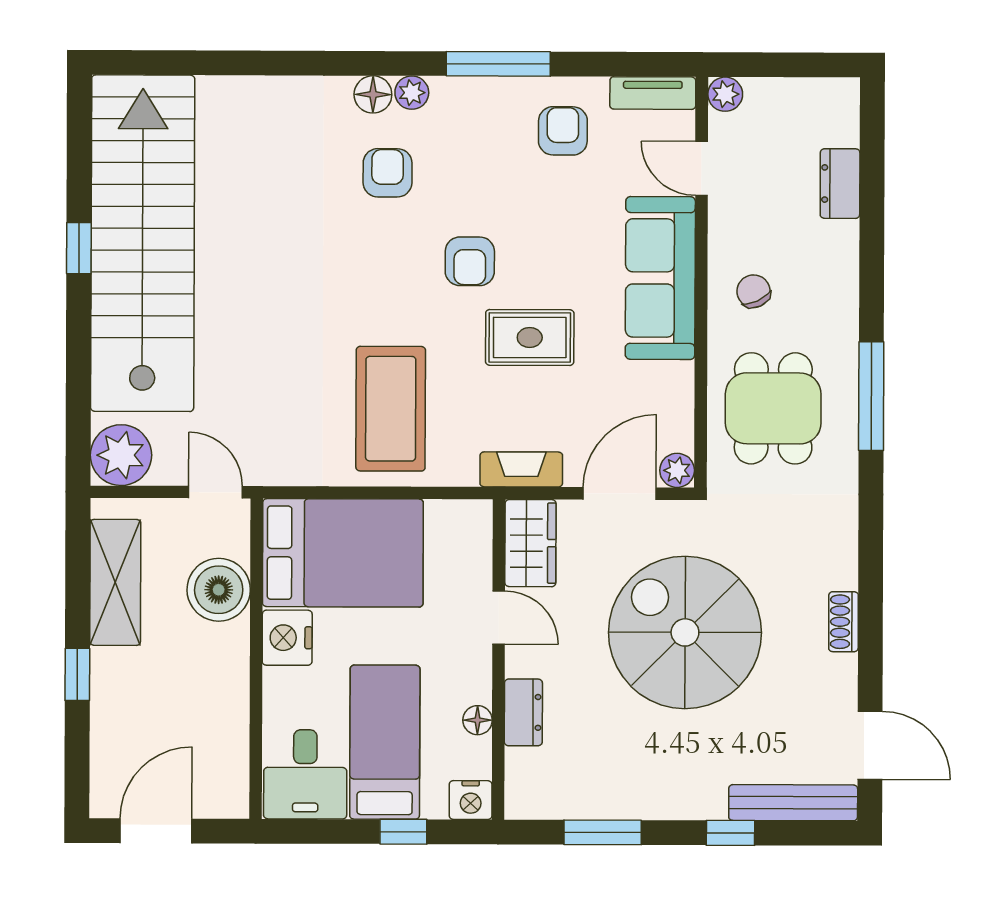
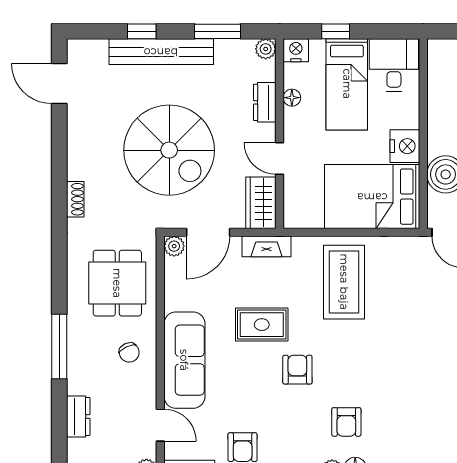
window: (871, 396) -> (59, 346), moved
shoe rack: (843, 622) -> (75, 199), moved
plant: (522, 802) -> (266, 49), added
bench: (793, 803) -> (161, 52), moved, width x1.37, depth x1.21

